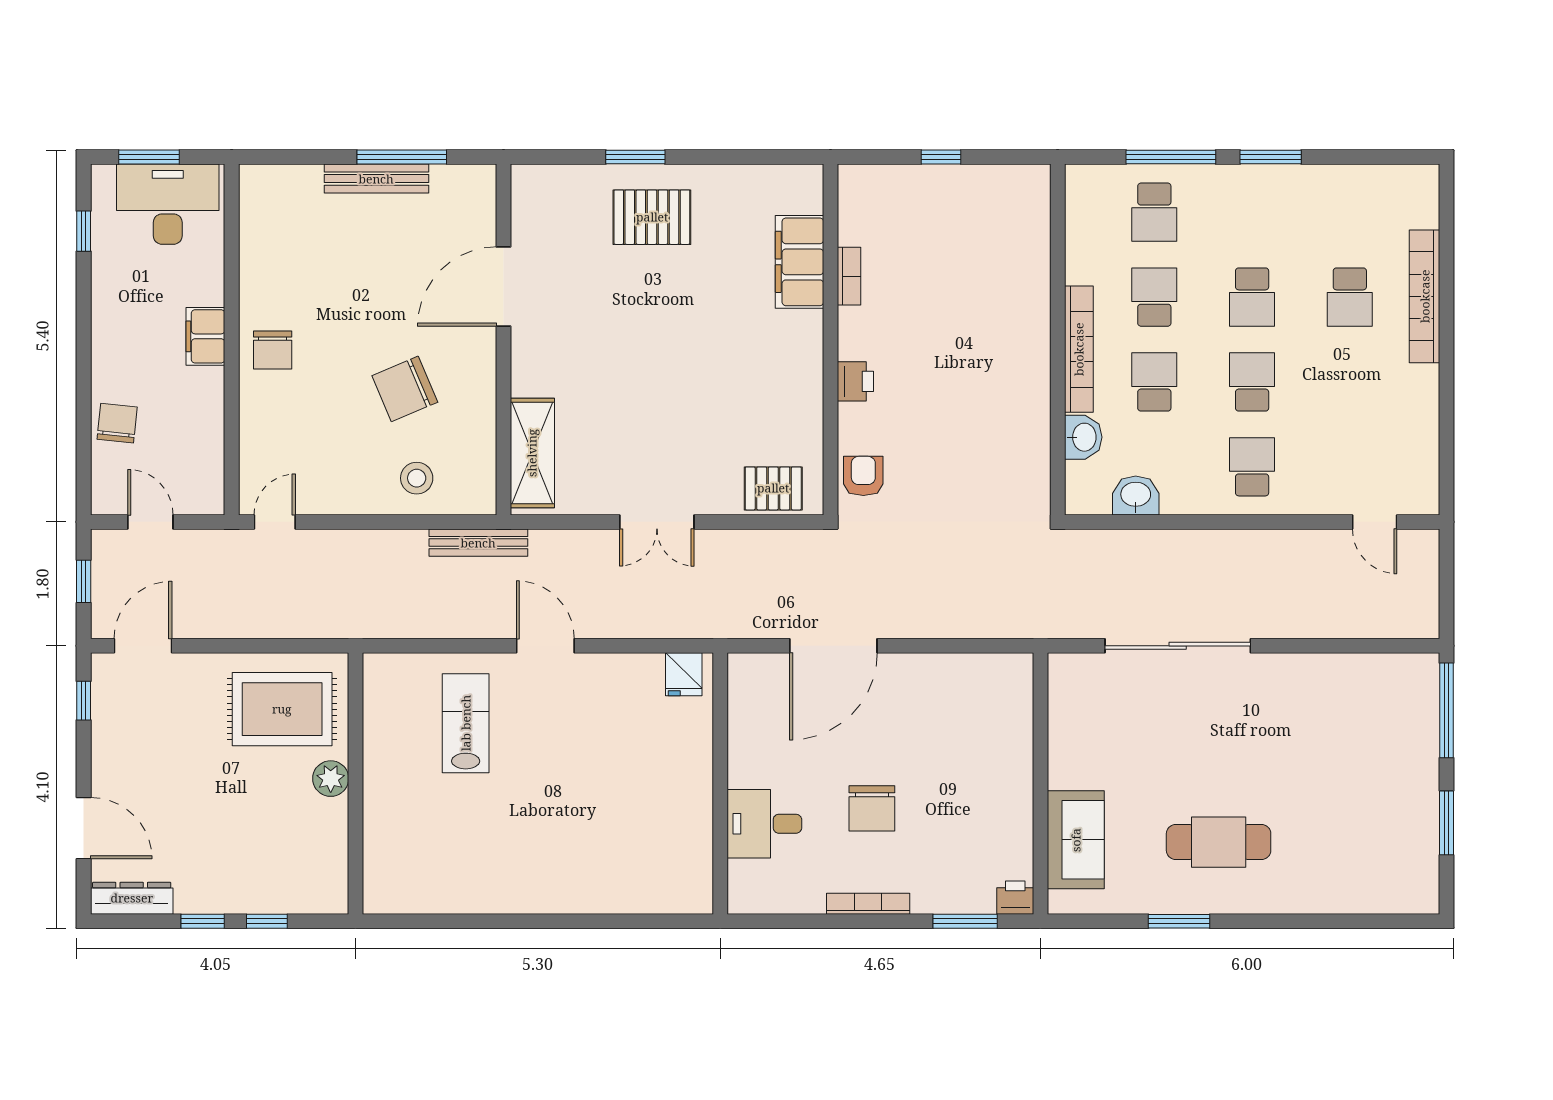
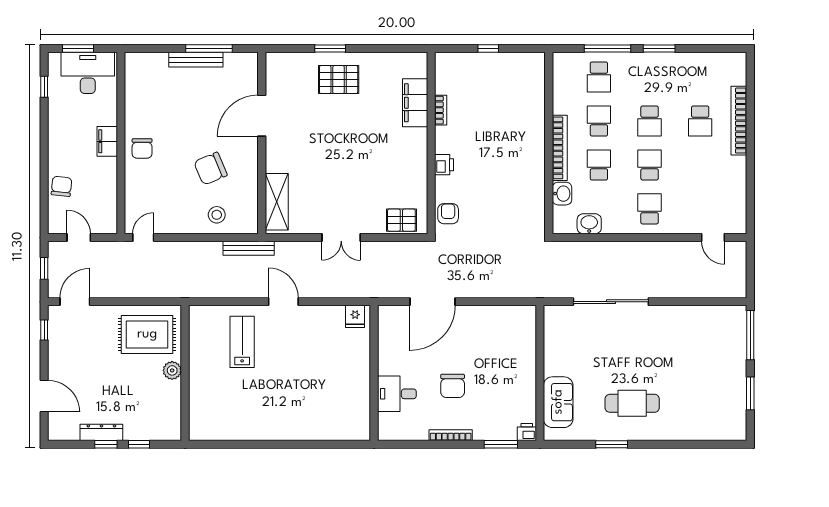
dresser: (132, 898) -> (101, 432), moved

